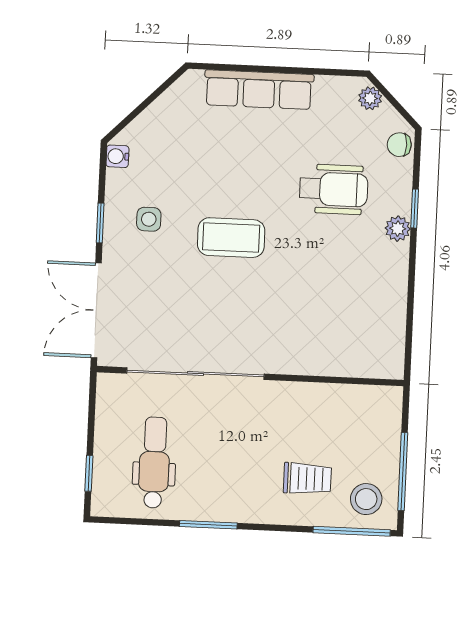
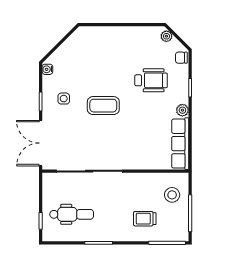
row of seats: (259, 90) -> (180, 144), moved, turned 90
plant: (398, 229) -> (182, 110), moved
dental chair: (154, 463) -> (72, 214), turned 90
trolley: (307, 479) -> (145, 219), turned 180
stool: (366, 499) -> (172, 195), moved

